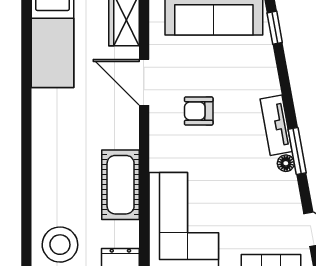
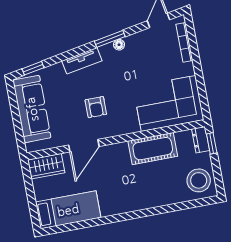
tv unit: (276, 125) -> (82, 61), moved

